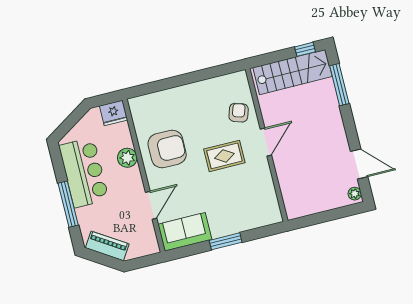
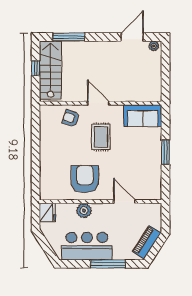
window: (305, 49) -> (36, 68), moved
sofa: (185, 232) -> (143, 116), moved, turned -90

